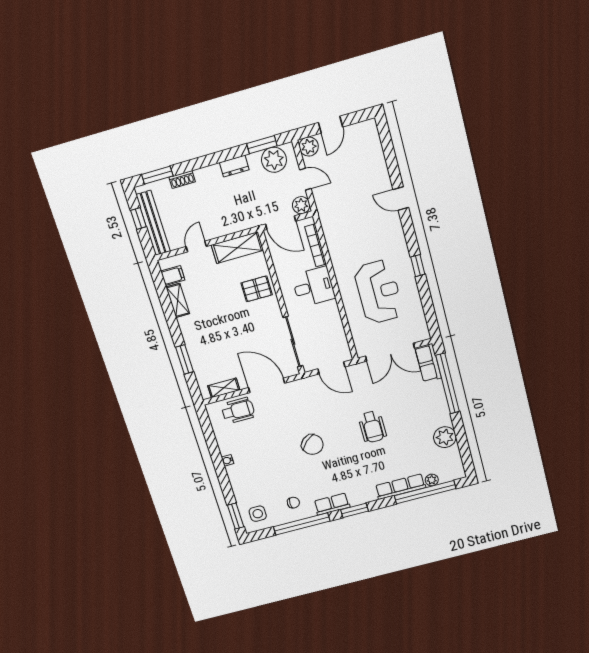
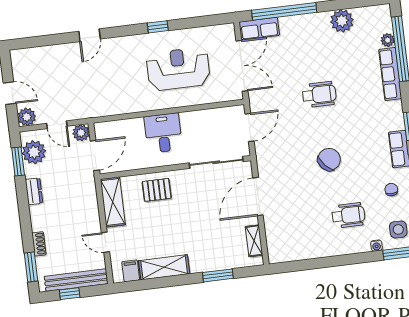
door: (305, 179) -> (57, 125), swing flipped
bookcase: (316, 245) -> (122, 125), removed
pallet: (257, 289) -> (157, 190), turned 90
shelving: (178, 300) -> (164, 267), width x1.50, depth x1.33
wheelchair: (238, 410) -> (348, 215), moved, turned 90
water cooler: (228, 460) -> (376, 246), moved

